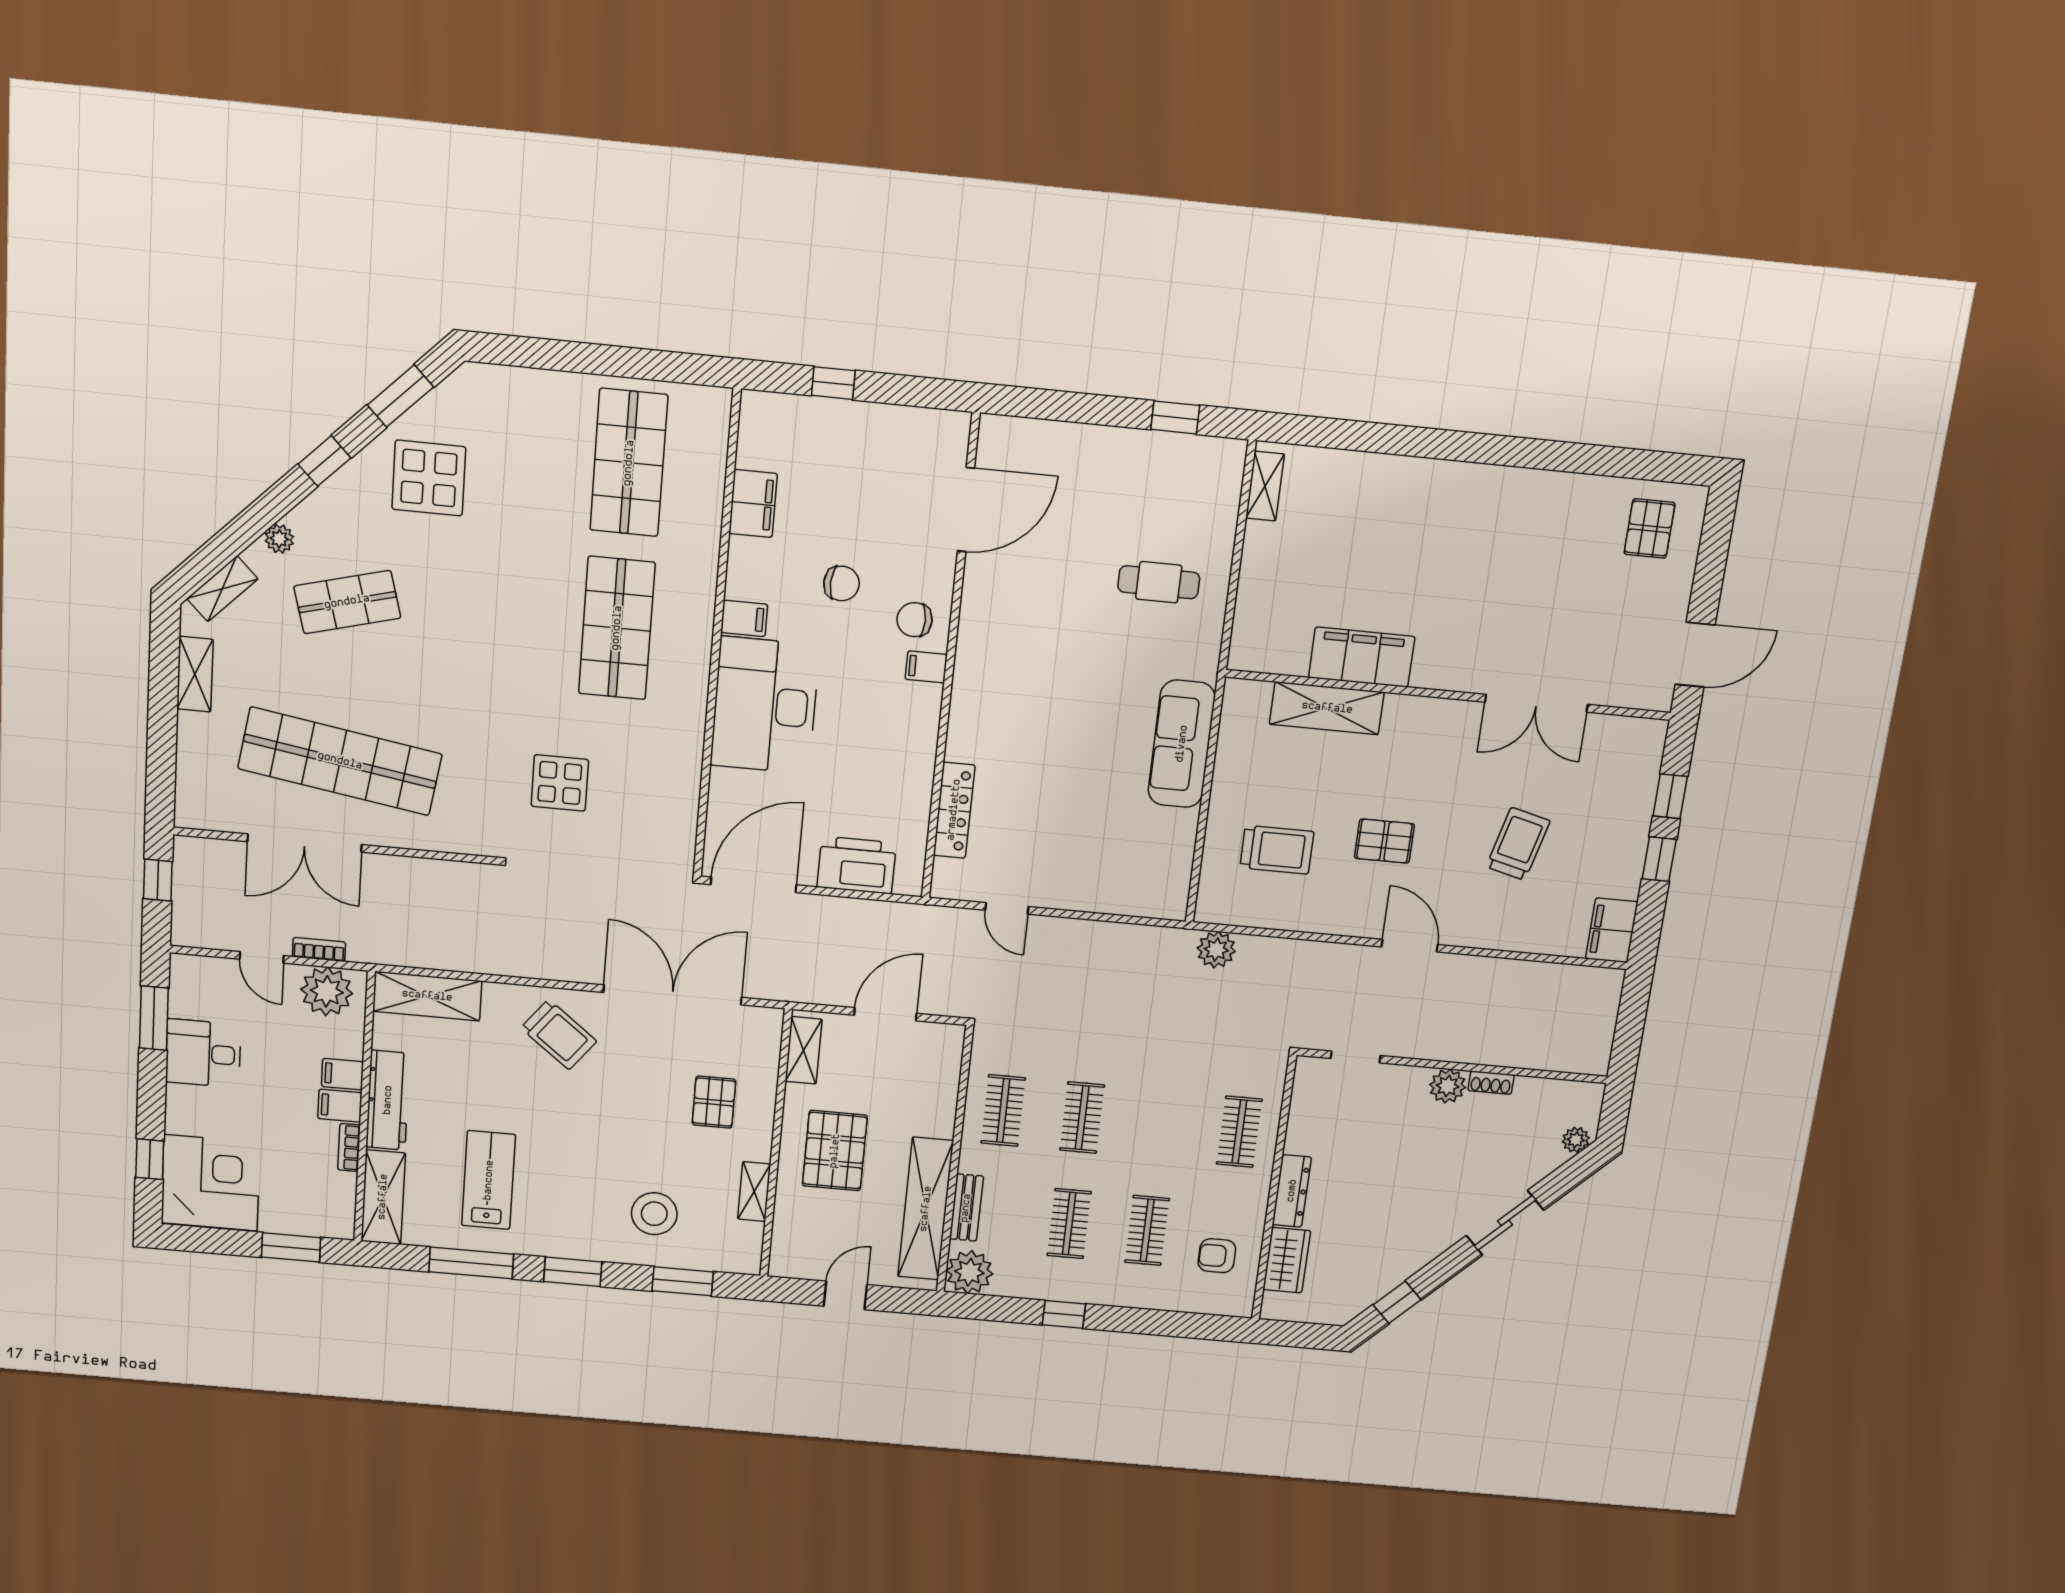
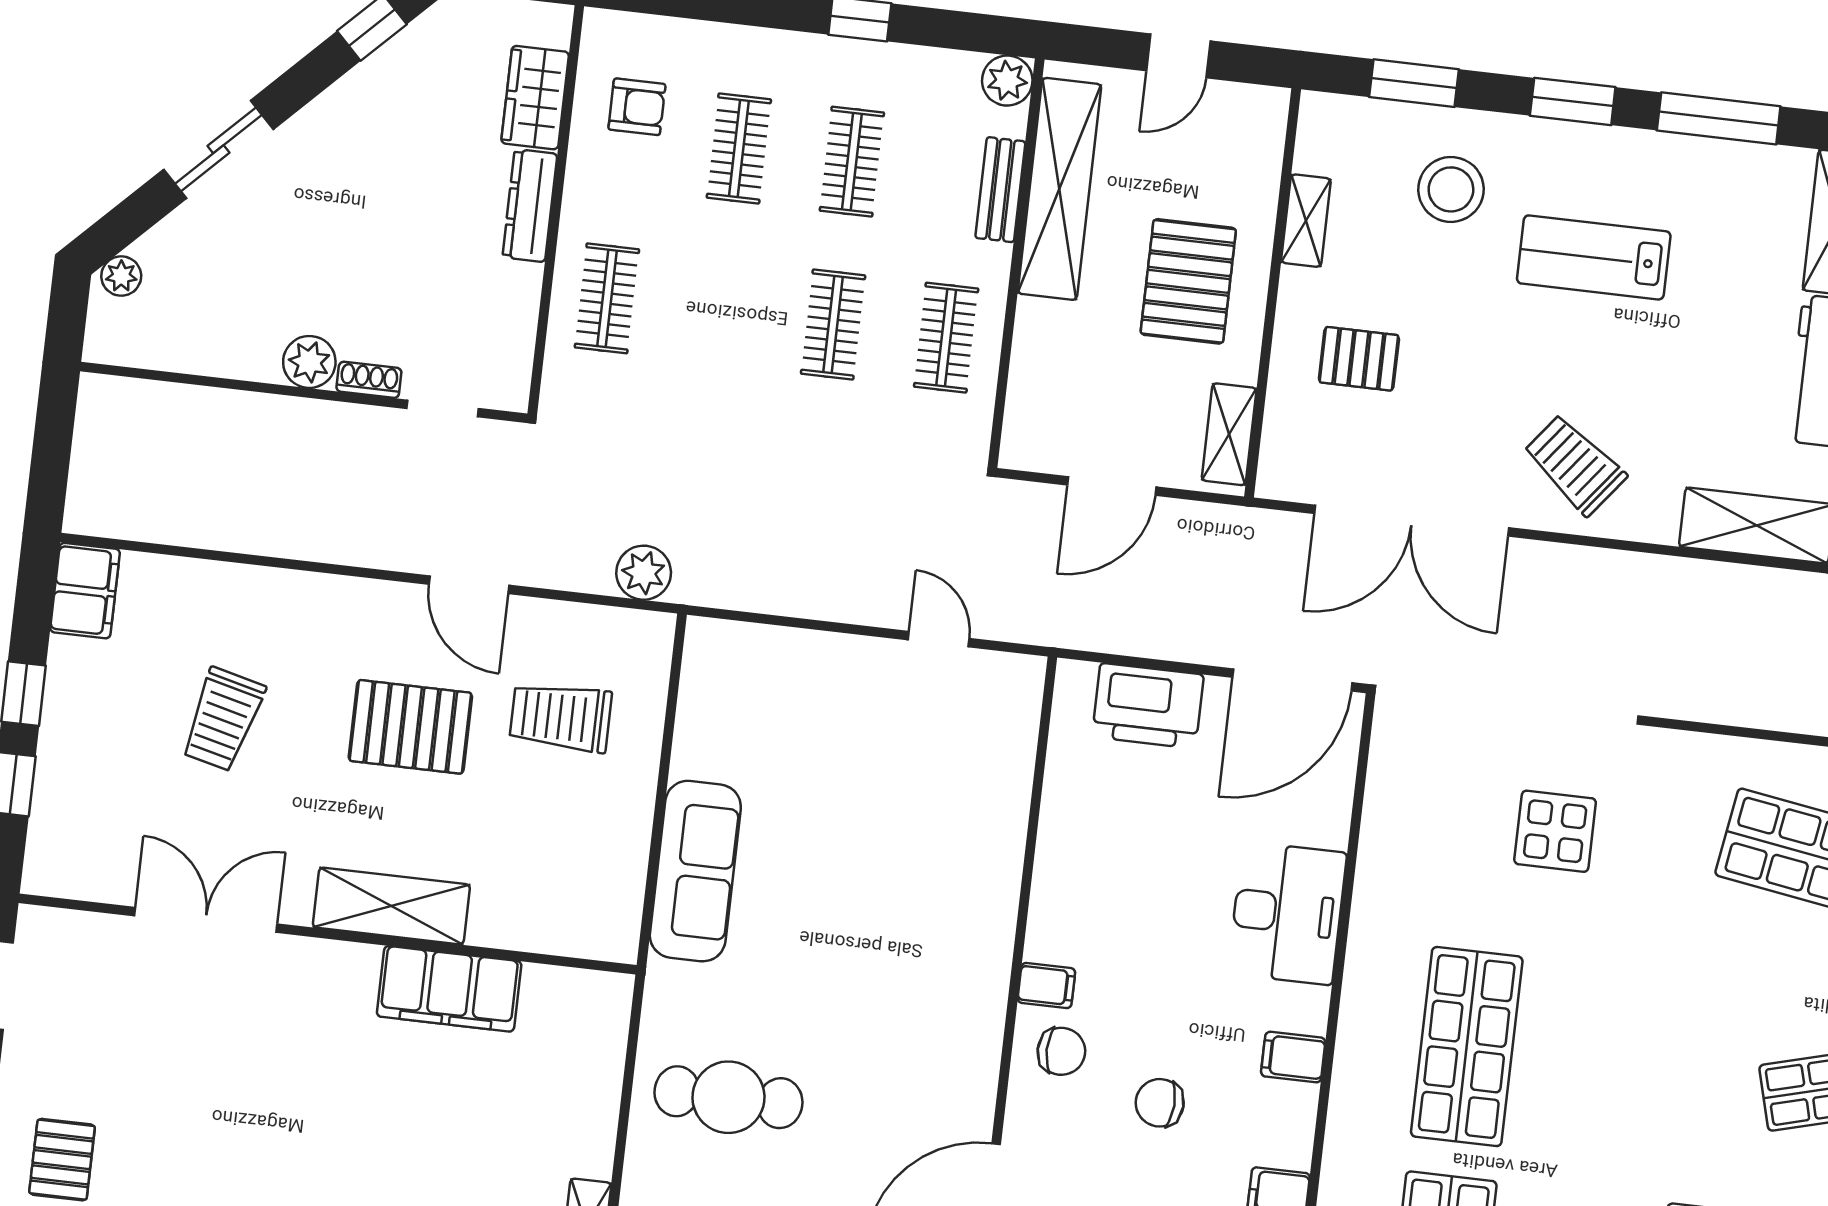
cafe table: (1159, 582) -> (728, 1097), width x1.37, depth x1.35
desk: (765, 705) -> (1287, 913), width x0.73, depth x0.77
shelving: (1327, 708) -> (391, 906), moved
locker: (954, 810) -> (1011, 782), removed
pallet: (1384, 841) -> (410, 727), width x1.50, depth x1.42
door: (1410, 946) -> (469, 585), moved
shoe rack: (1491, 1083) -> (369, 380), moved
pallet: (714, 1102) -> (1359, 359), turned 90
lab bench: (489, 1180) -> (1594, 257), moved, turned 90
plant: (969, 1272) -> (1007, 81), width x0.73, depth x0.73

